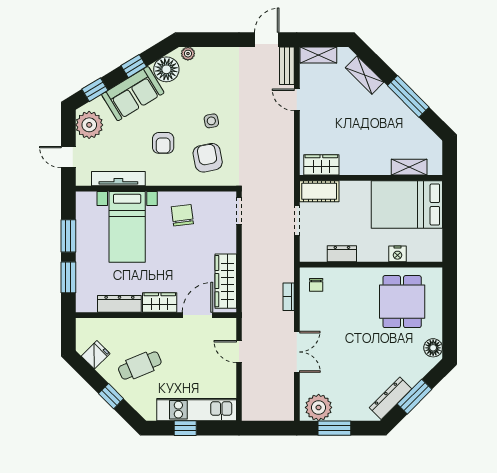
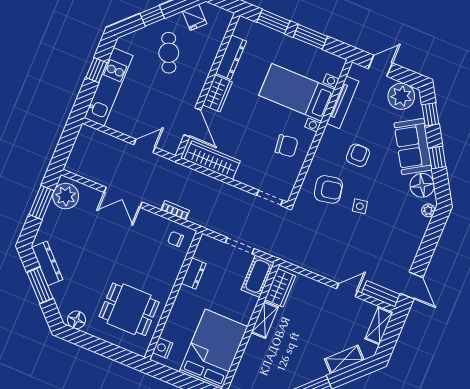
armchair: (163, 143) -> (358, 155), turned 90
shelving: (409, 167) -> (265, 320), moved
nightstand: (397, 254) -> (163, 348), moved

